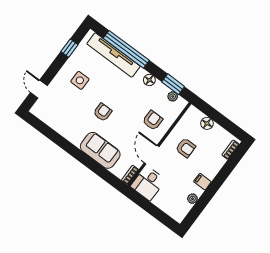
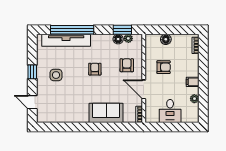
window: (69, 48) -> (32, 72), moved
floor lamp: (149, 80) -> (118, 39), moved
armchair: (103, 112) -> (95, 69), moved
desk: (148, 183) -> (170, 111), moved

